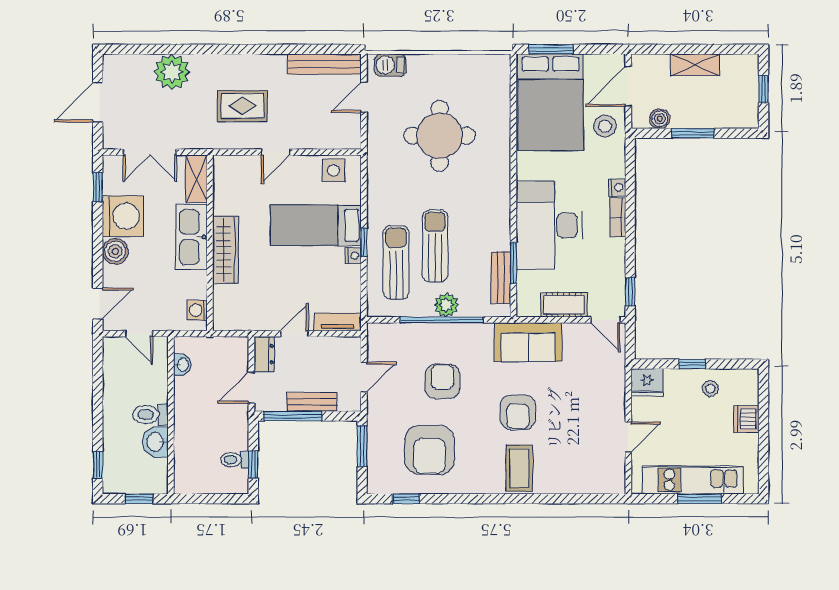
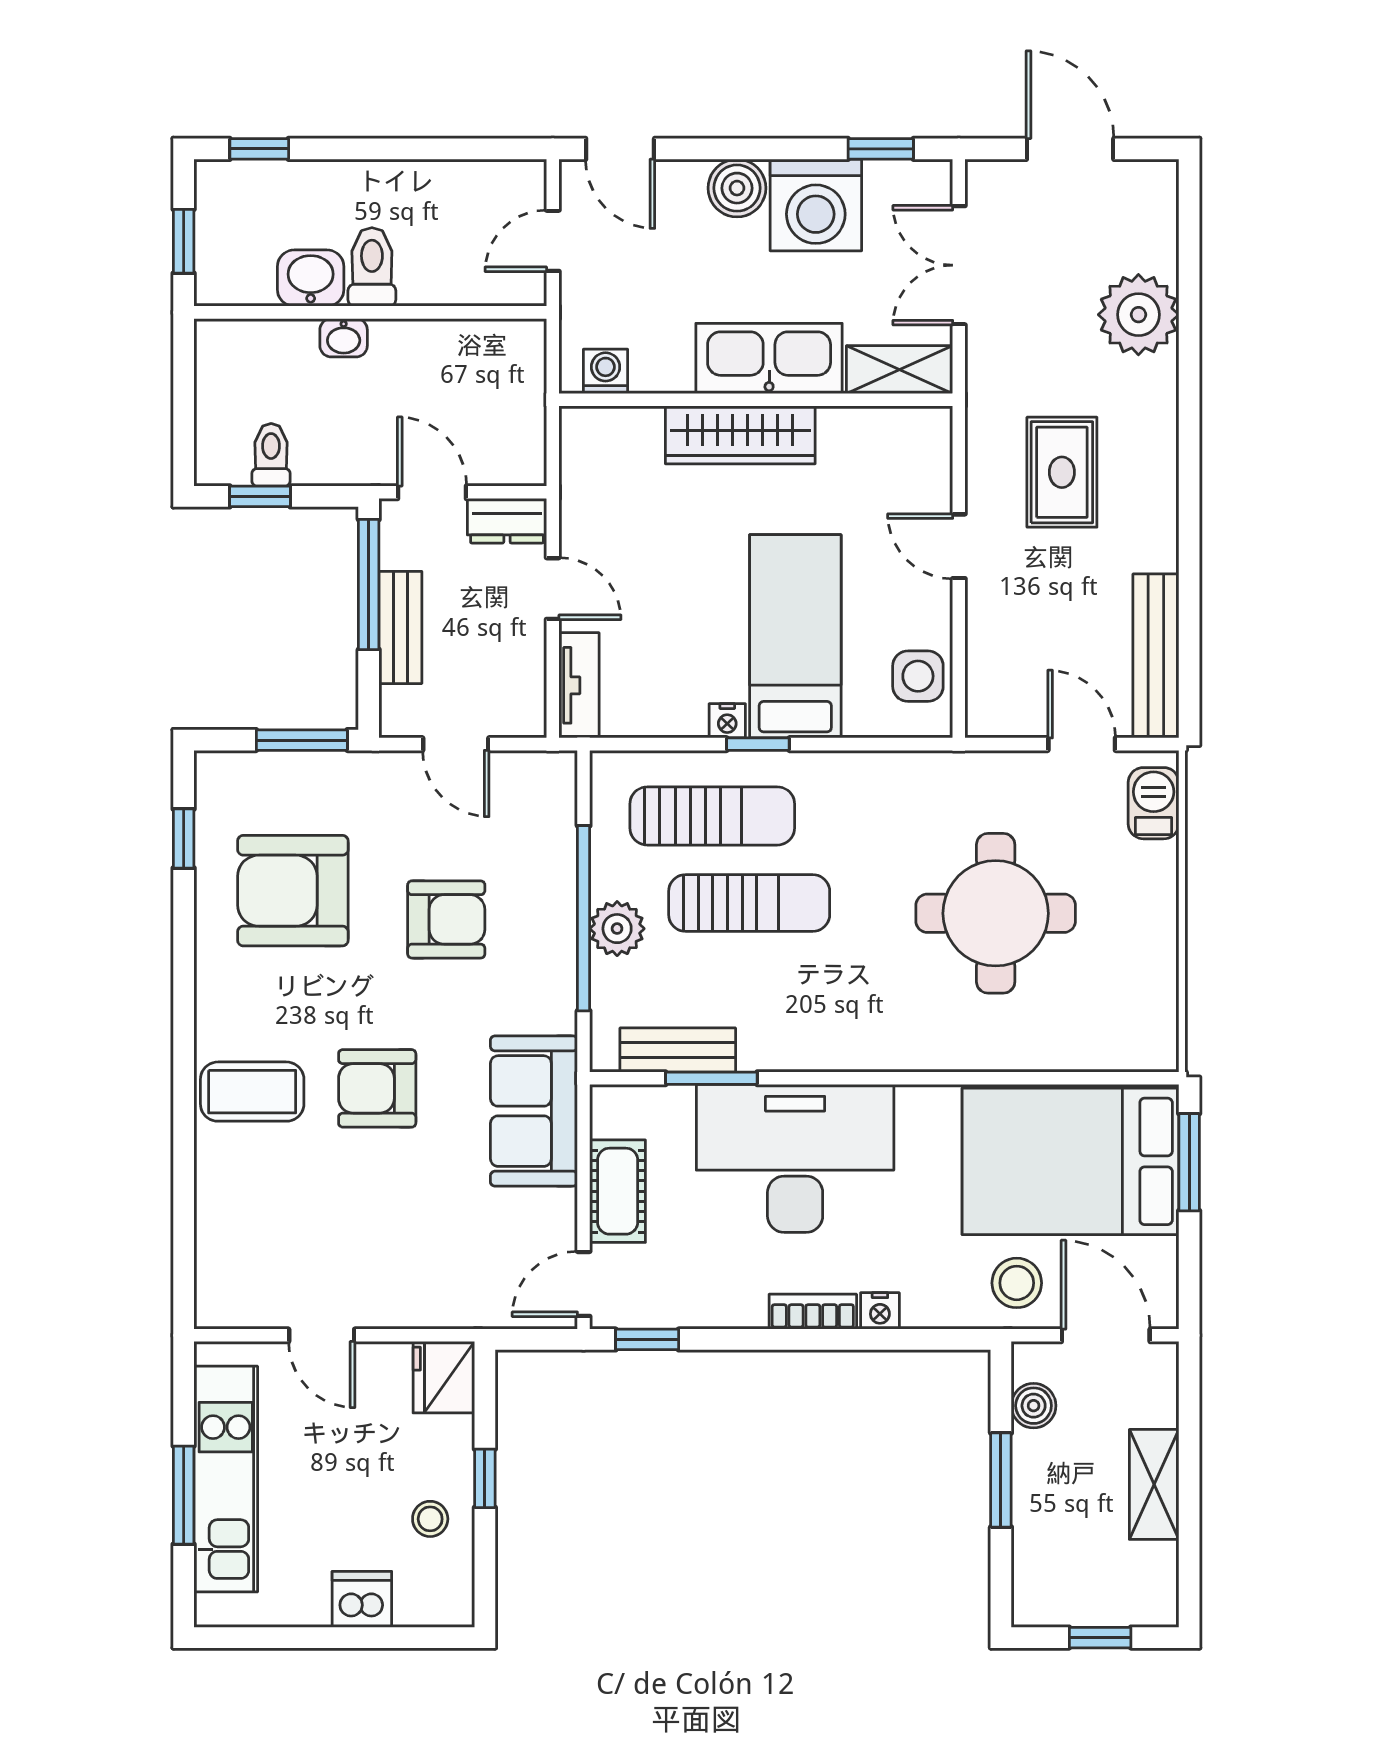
washbasin: (182, 365) -> (344, 338), moved

